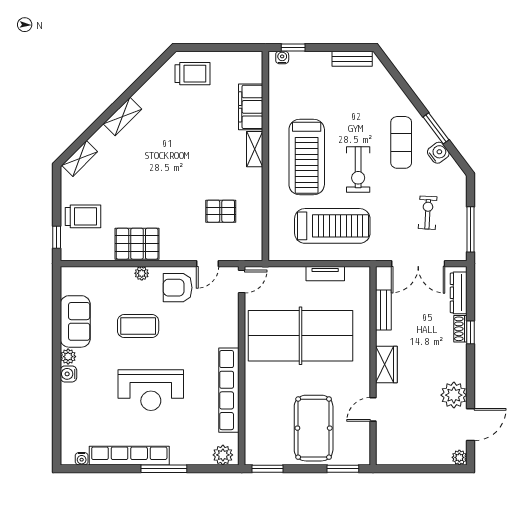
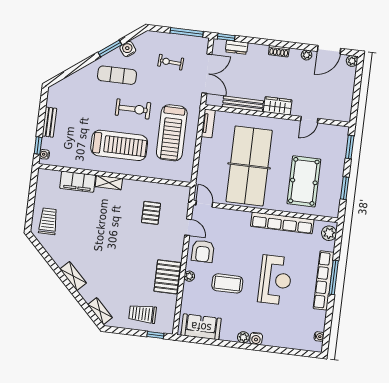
bench: (352, 59) -> (49, 122), moved
trolley: (83, 216) -> (143, 314), turned -90
treadmill: (332, 226) -> (172, 133), turned 180
tv unit: (325, 274) -> (208, 123), moved
dresser: (459, 293) -> (237, 47), width x0.70
bench: (383, 310) -> (243, 104), width x1.36
sofa: (75, 321) -> (201, 327), moved
coffee table: (138, 326) -> (227, 283), turned 90
shoe rack: (460, 329) -> (279, 51), moved
window: (471, 332) -> (226, 37), moved
plant: (454, 395) -> (307, 55), width x0.53, depth x0.53
door: (373, 409) -> (309, 120), hinge flipped
door: (471, 425) -> (329, 50), swing flipped
pool table: (314, 428) -> (304, 181), moved, turned 90
row of seats: (129, 456) -> (324, 280), moved
window: (268, 469) -> (345, 188), moved

